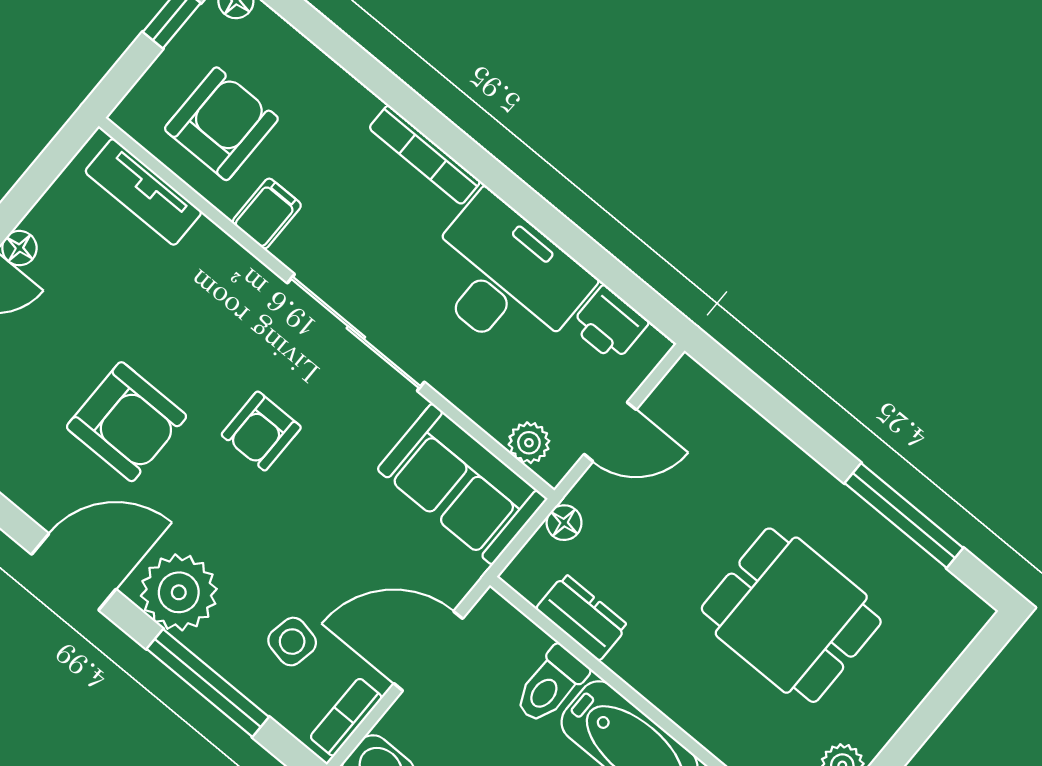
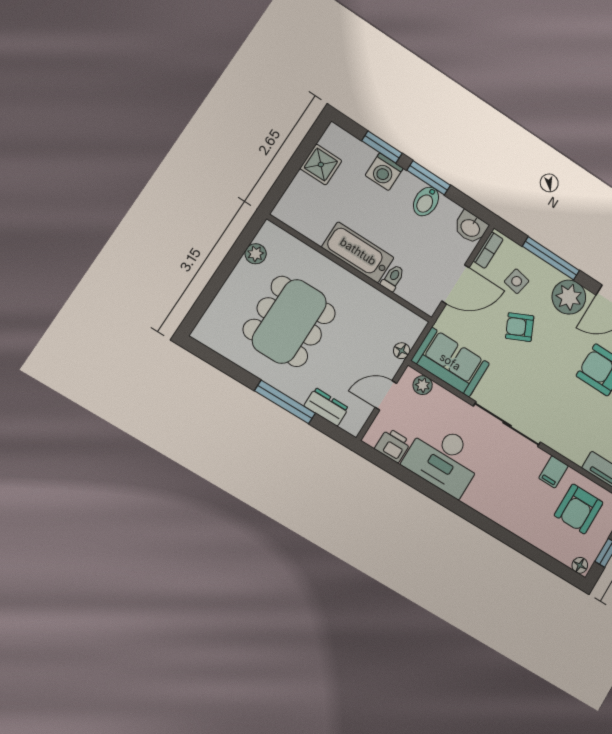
bookcase: (425, 155) -> (487, 510), removed
armchair: (261, 431) -> (520, 327), moved, turned -115
window: (904, 516) -> (285, 402), moved
dining table: (791, 615) -> (289, 321), width x1.38
dresser: (582, 617) -> (326, 407), moved, turned 180
toilet: (551, 685) -> (393, 278), width x0.73, depth x0.72

